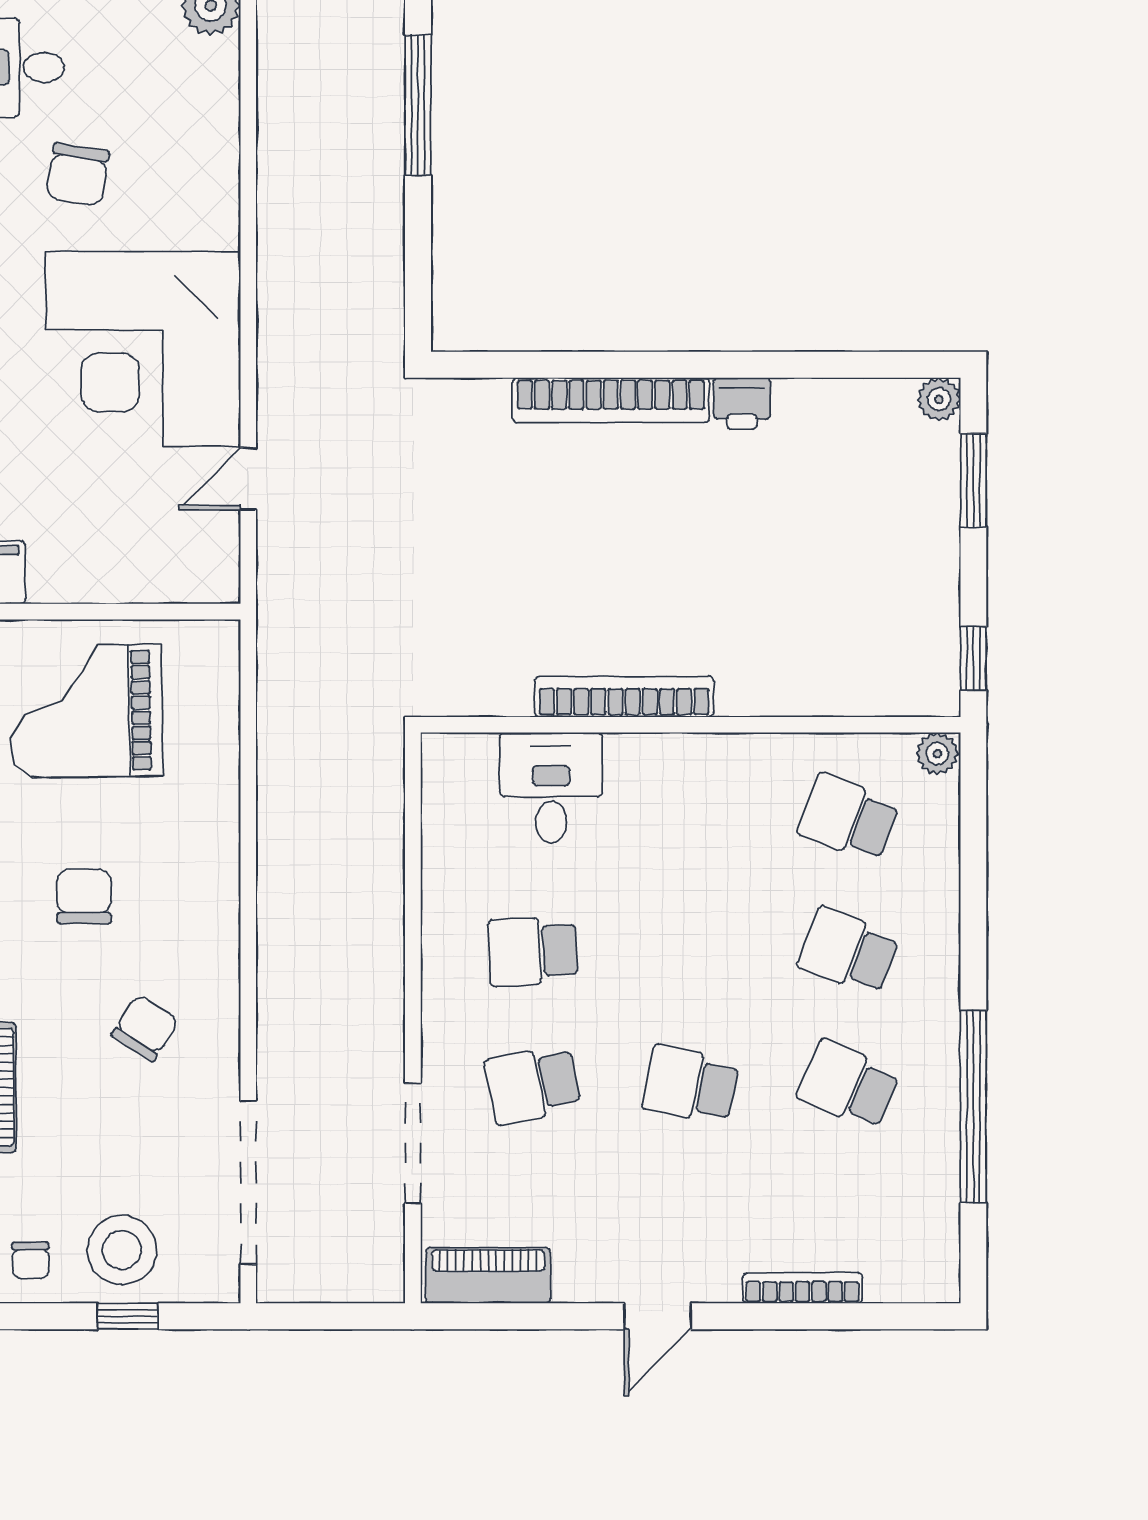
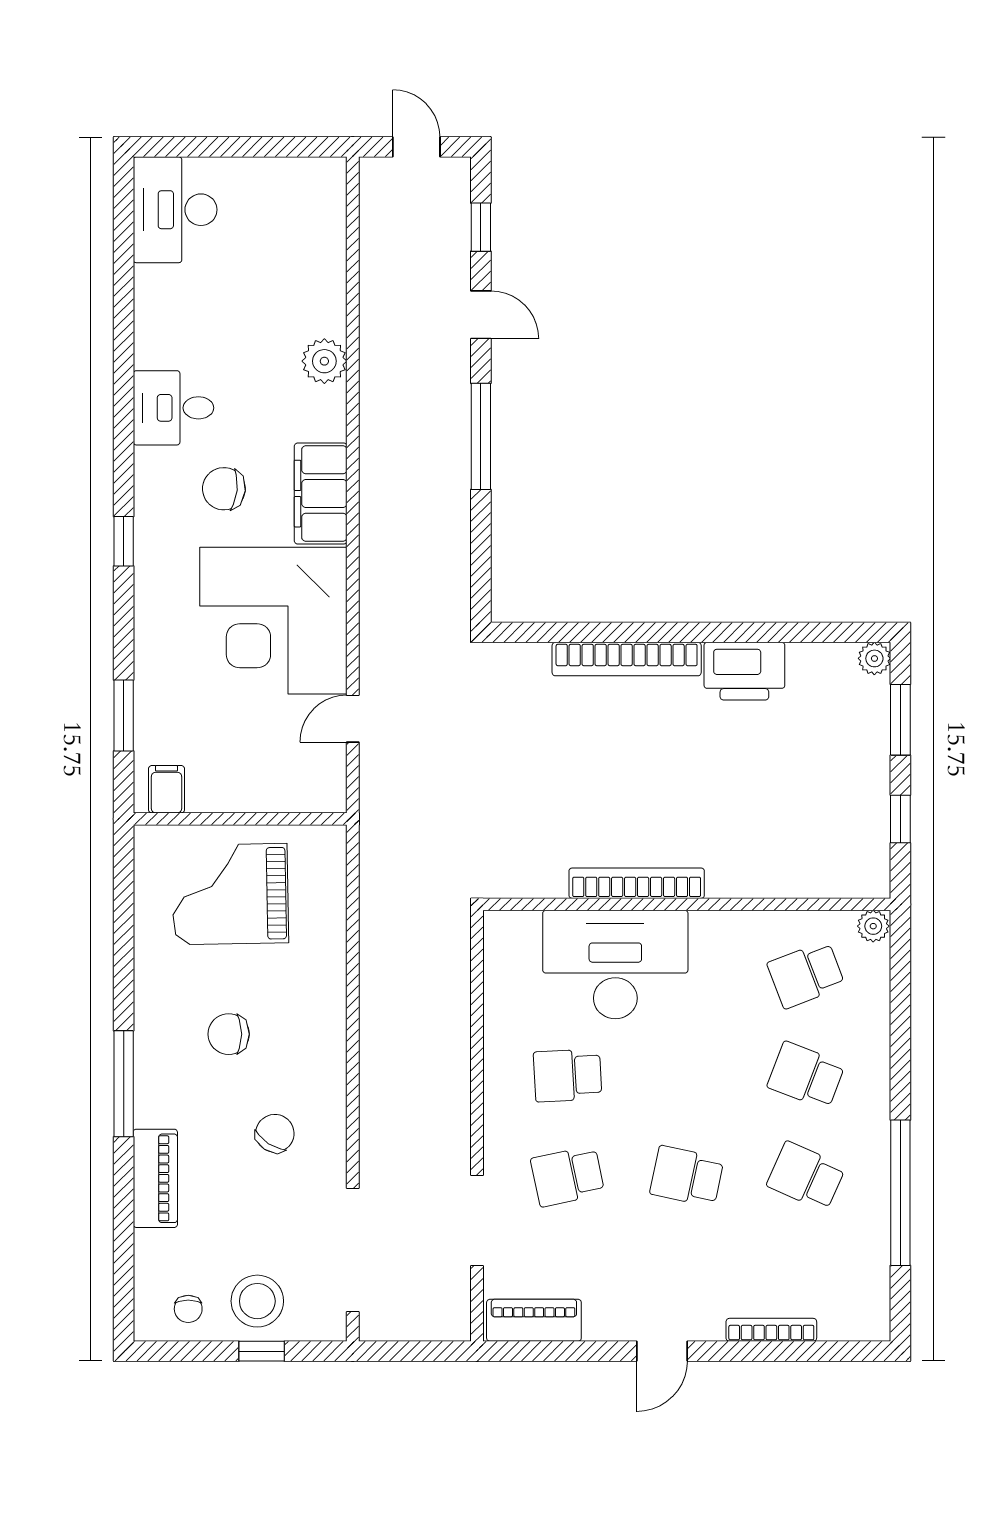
chair: (78, 175) -> (224, 489), turned 87
filing cabinet: (206, 181) -> (321, 494), added
printer: (742, 404) -> (744, 671), width x1.87, depth x1.48
window: (973, 659) -> (900, 819), moved
desk: (551, 788) -> (615, 965), width x1.87, depth x1.30
school desk: (848, 818) -> (806, 975), turned -42
chair: (84, 896) -> (229, 1034), turned -90

